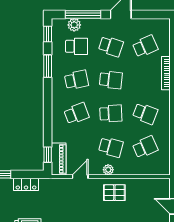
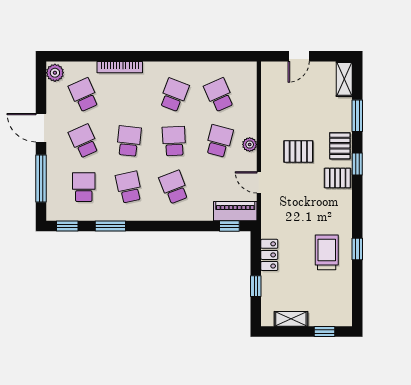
plant: (74, 25) -> (55, 73), moved
school desk: (111, 46) -> (84, 141), turned -42
pallet: (114, 193) -> (298, 151), moved, turned 90

